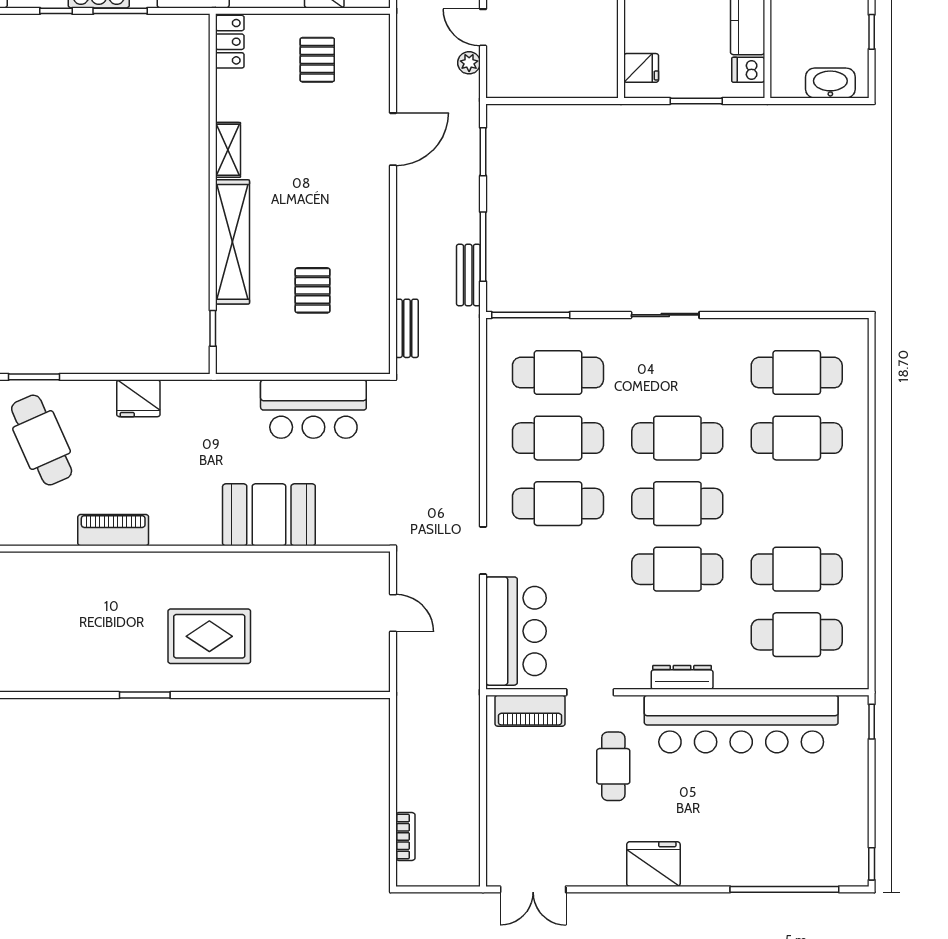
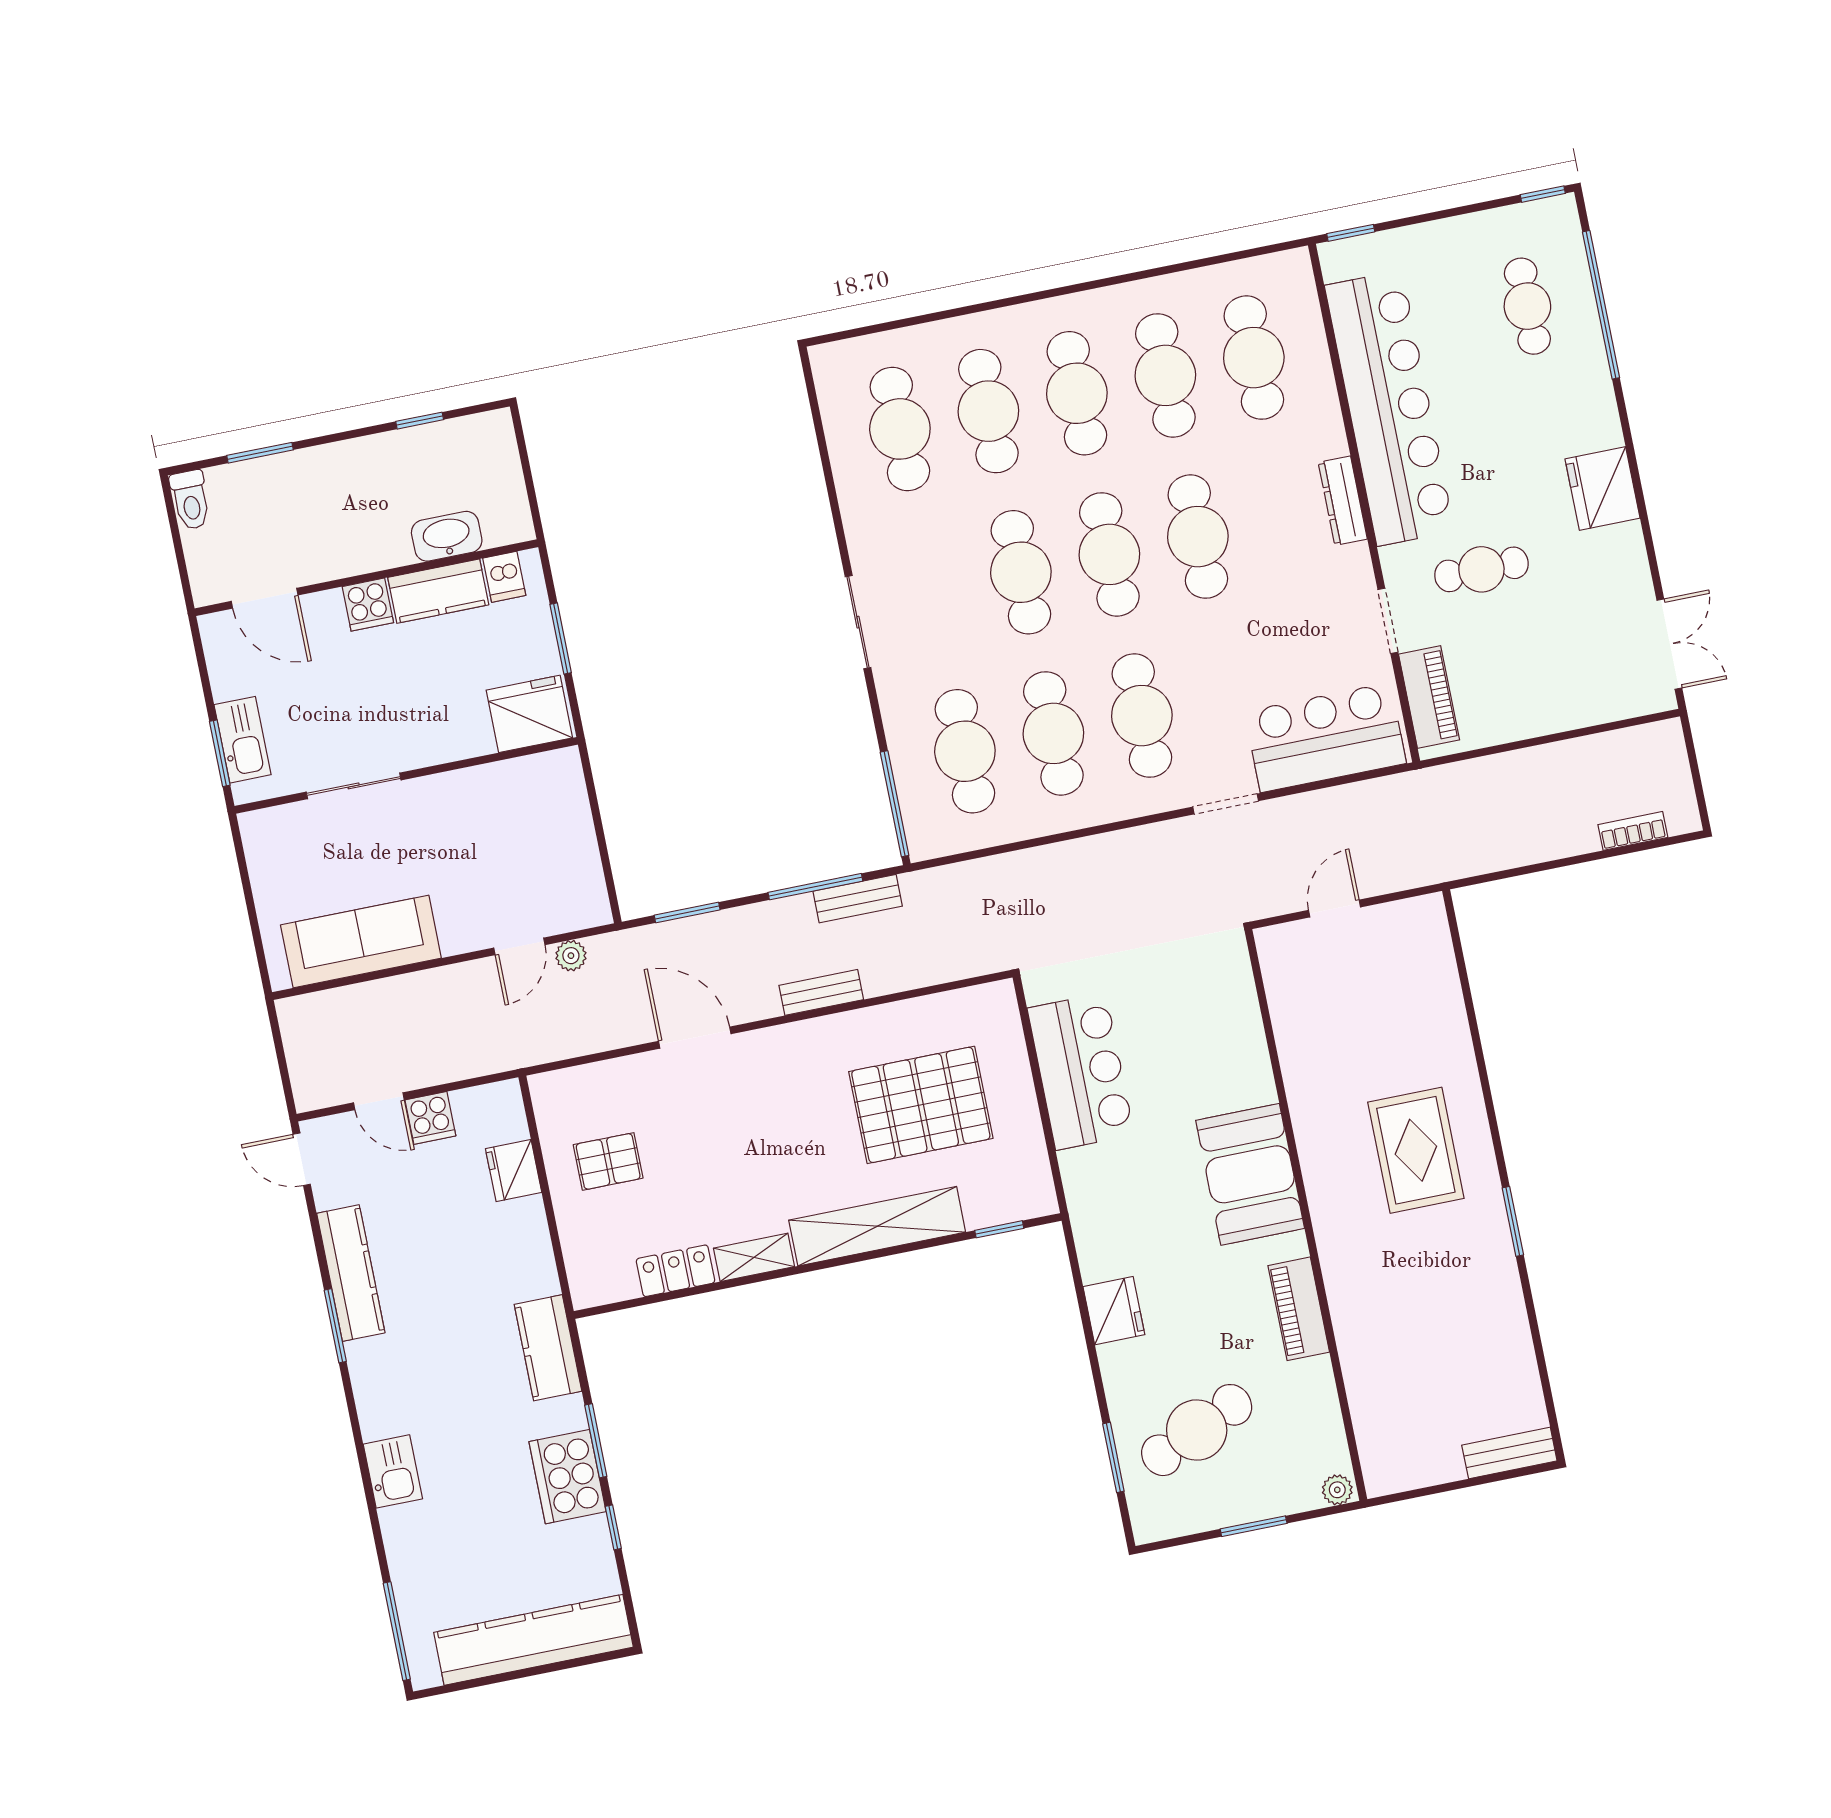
locker: (230, 42) -> (676, 1271), moved
fridge: (641, 68) -> (529, 714), width x1.88, depth x1.34
washbasin: (830, 83) -> (447, 536), moved, turned 90
pallet: (313, 290) -> (921, 1105), width x2.05, depth x2.00
bench: (407, 328) -> (821, 992), moved
cafe table: (797, 504) -> (1077, 393), added
booth: (269, 515) -> (1250, 1174), moved
cafe table: (794, 837) -> (1527, 306), added

